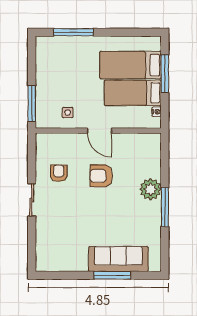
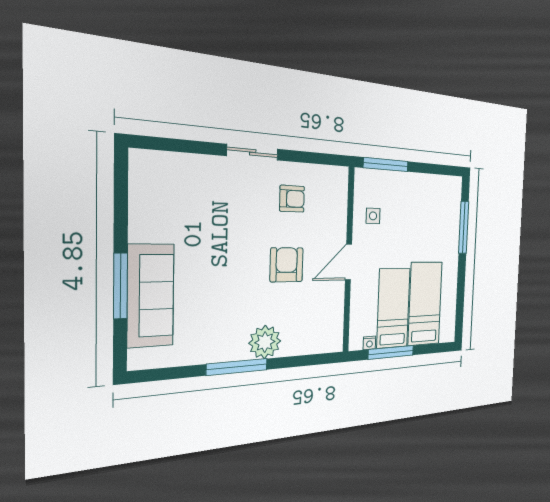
window: (165, 74) -> (391, 352), moved

